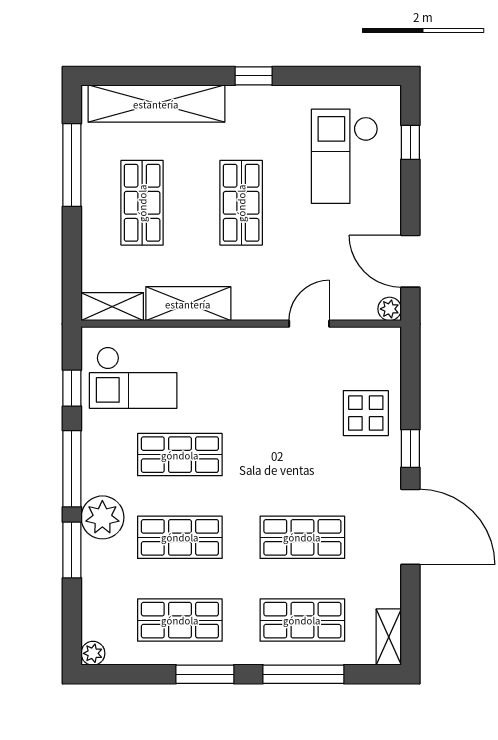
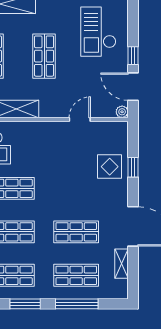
window: (410, 142) -> (133, 56), moved
window: (410, 448) -> (133, 167), moved
shelving: (389, 637) -> (122, 264), moved

